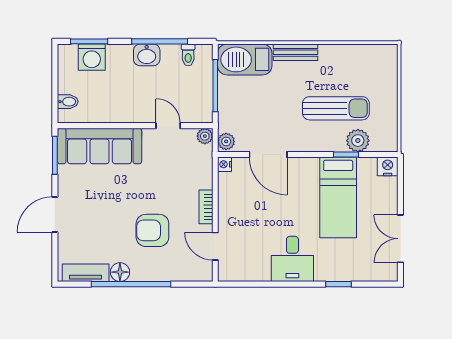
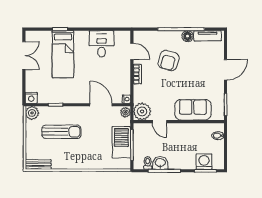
bench: (296, 52) -> (38, 164), moved
washbasin: (147, 55) -> (160, 163), moved
barbecue: (245, 59) -> (121, 142), moved, turned -90
sun lounger: (336, 108) -> (61, 132), turned 180
plant: (205, 136) -> (142, 111), width x1.88, depth x1.88
plant: (358, 141) -> (32, 113), moved
sofa: (100, 146) -> (193, 110), width x0.73
bed: (338, 197) -> (63, 54), moved, turned 180
armchair: (152, 230) -> (169, 60), turned 106
desk: (292, 259) -> (102, 44), moved

